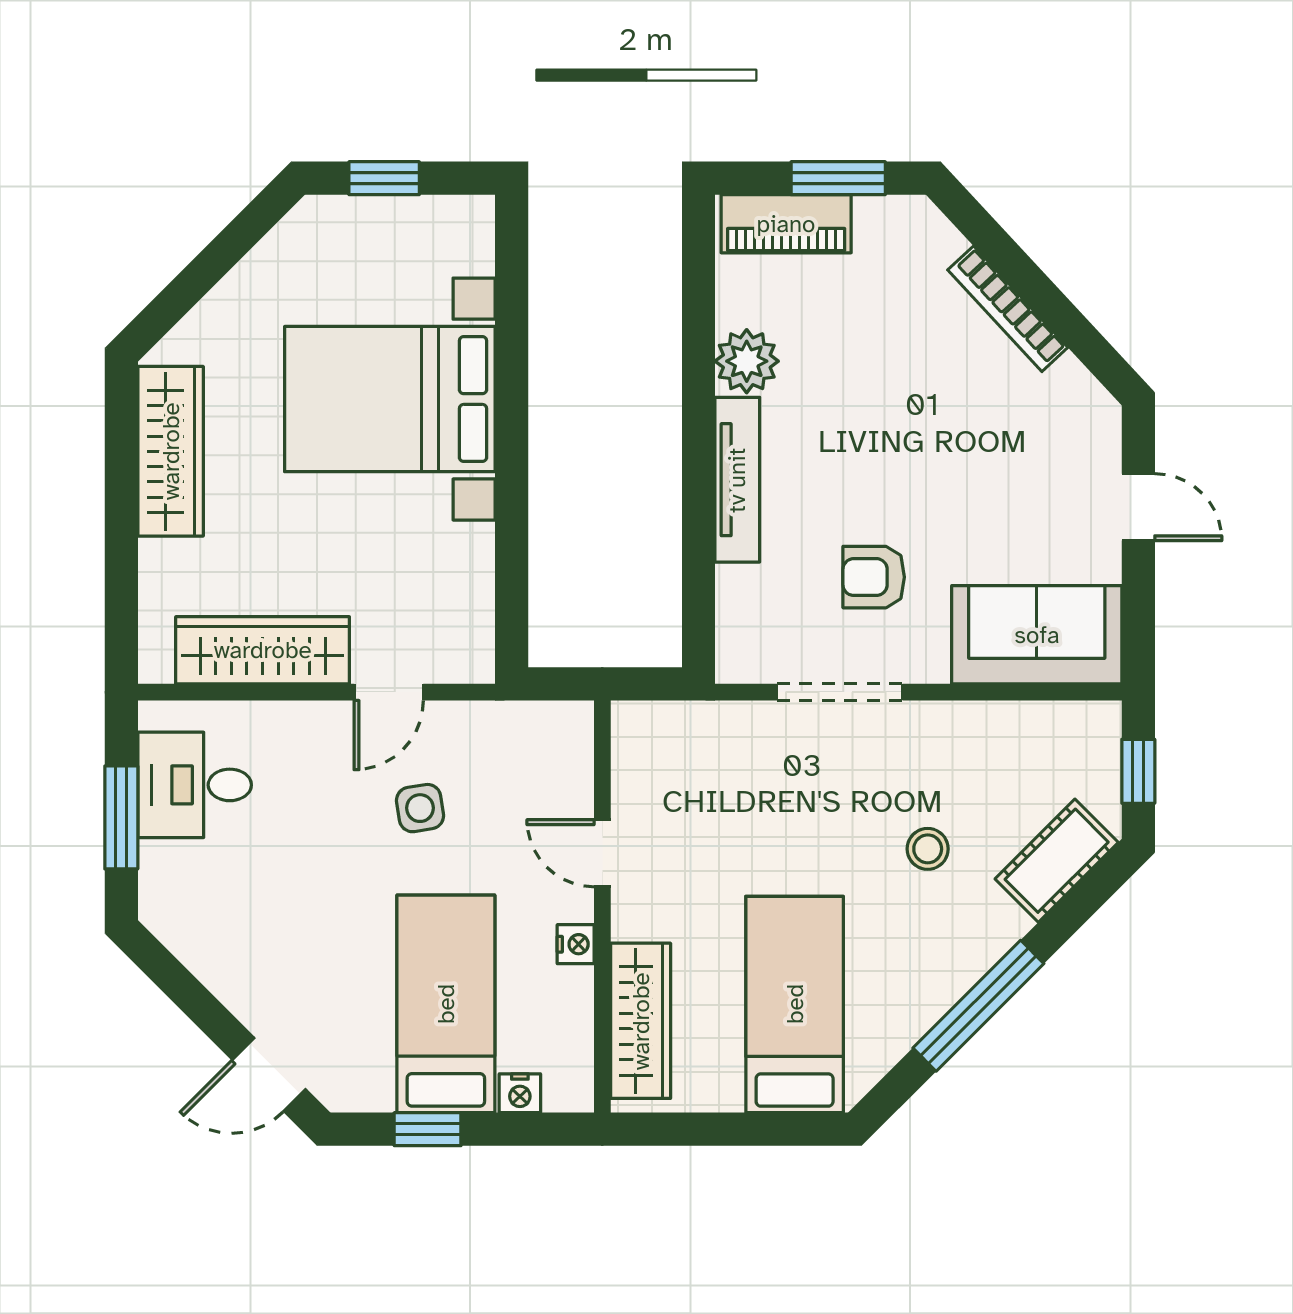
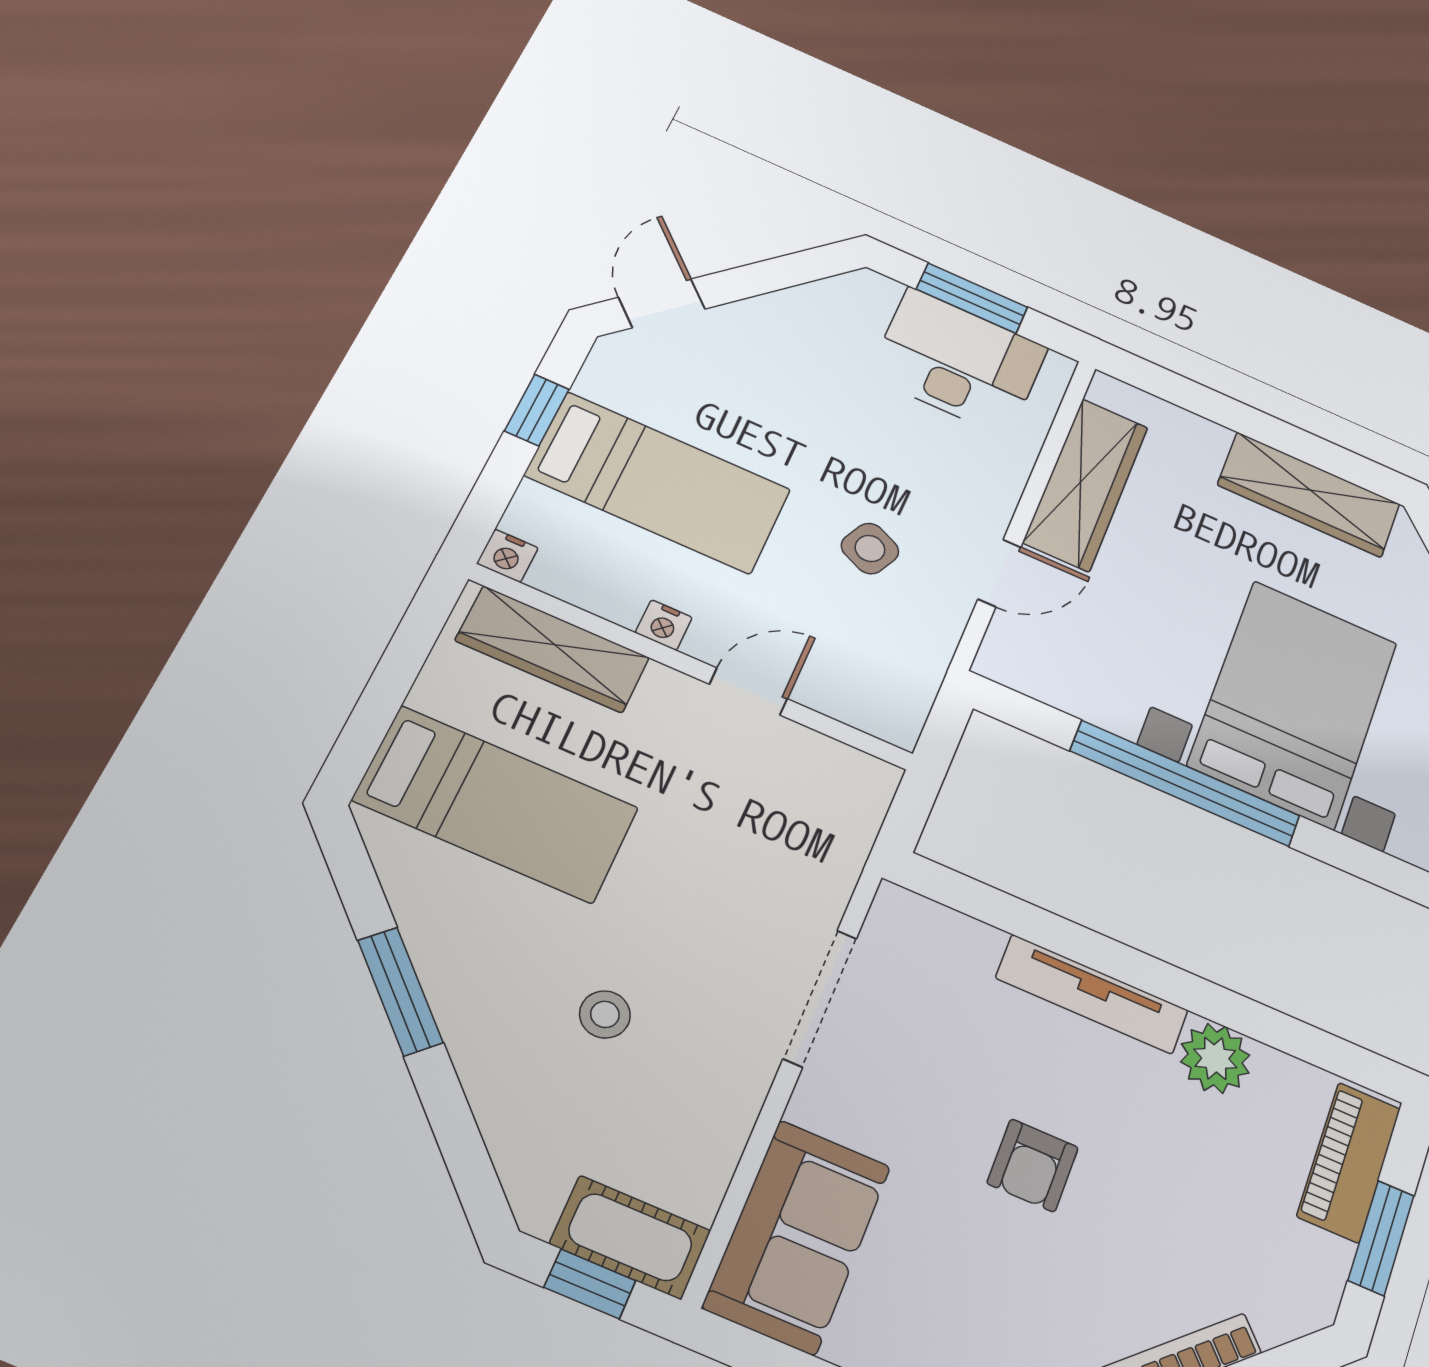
window: (512, 467) -> (1185, 783), added
armchair: (874, 577) -> (1033, 1165), moved, turned 180
door: (389, 692) -> (999, 573), swing flipped
desk: (195, 785) -> (958, 362), width x1.37
side table: (420, 808) -> (870, 549), turned 34
cot: (1057, 861) -> (630, 1237), moved, turned -45
window: (978, 1006) -> (400, 991), width x0.69
nightstand: (520, 1093) -> (507, 556), moved, turned -90

